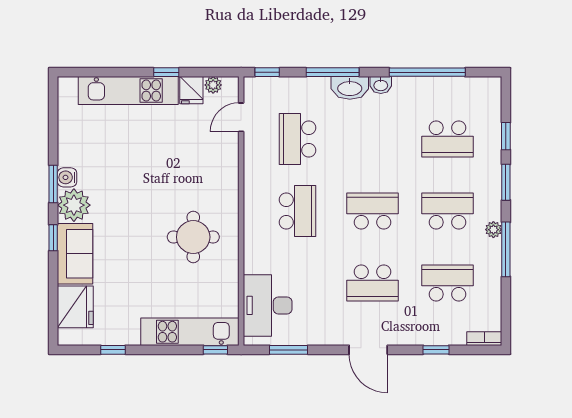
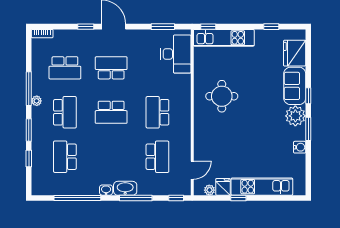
school desk: (447, 139) -> (65, 157), turned -90
water cooler: (67, 177) -> (300, 147), moved
school desk: (447, 211) -> (65, 112), turned -90
window: (436, 350) -> (86, 27), moved

